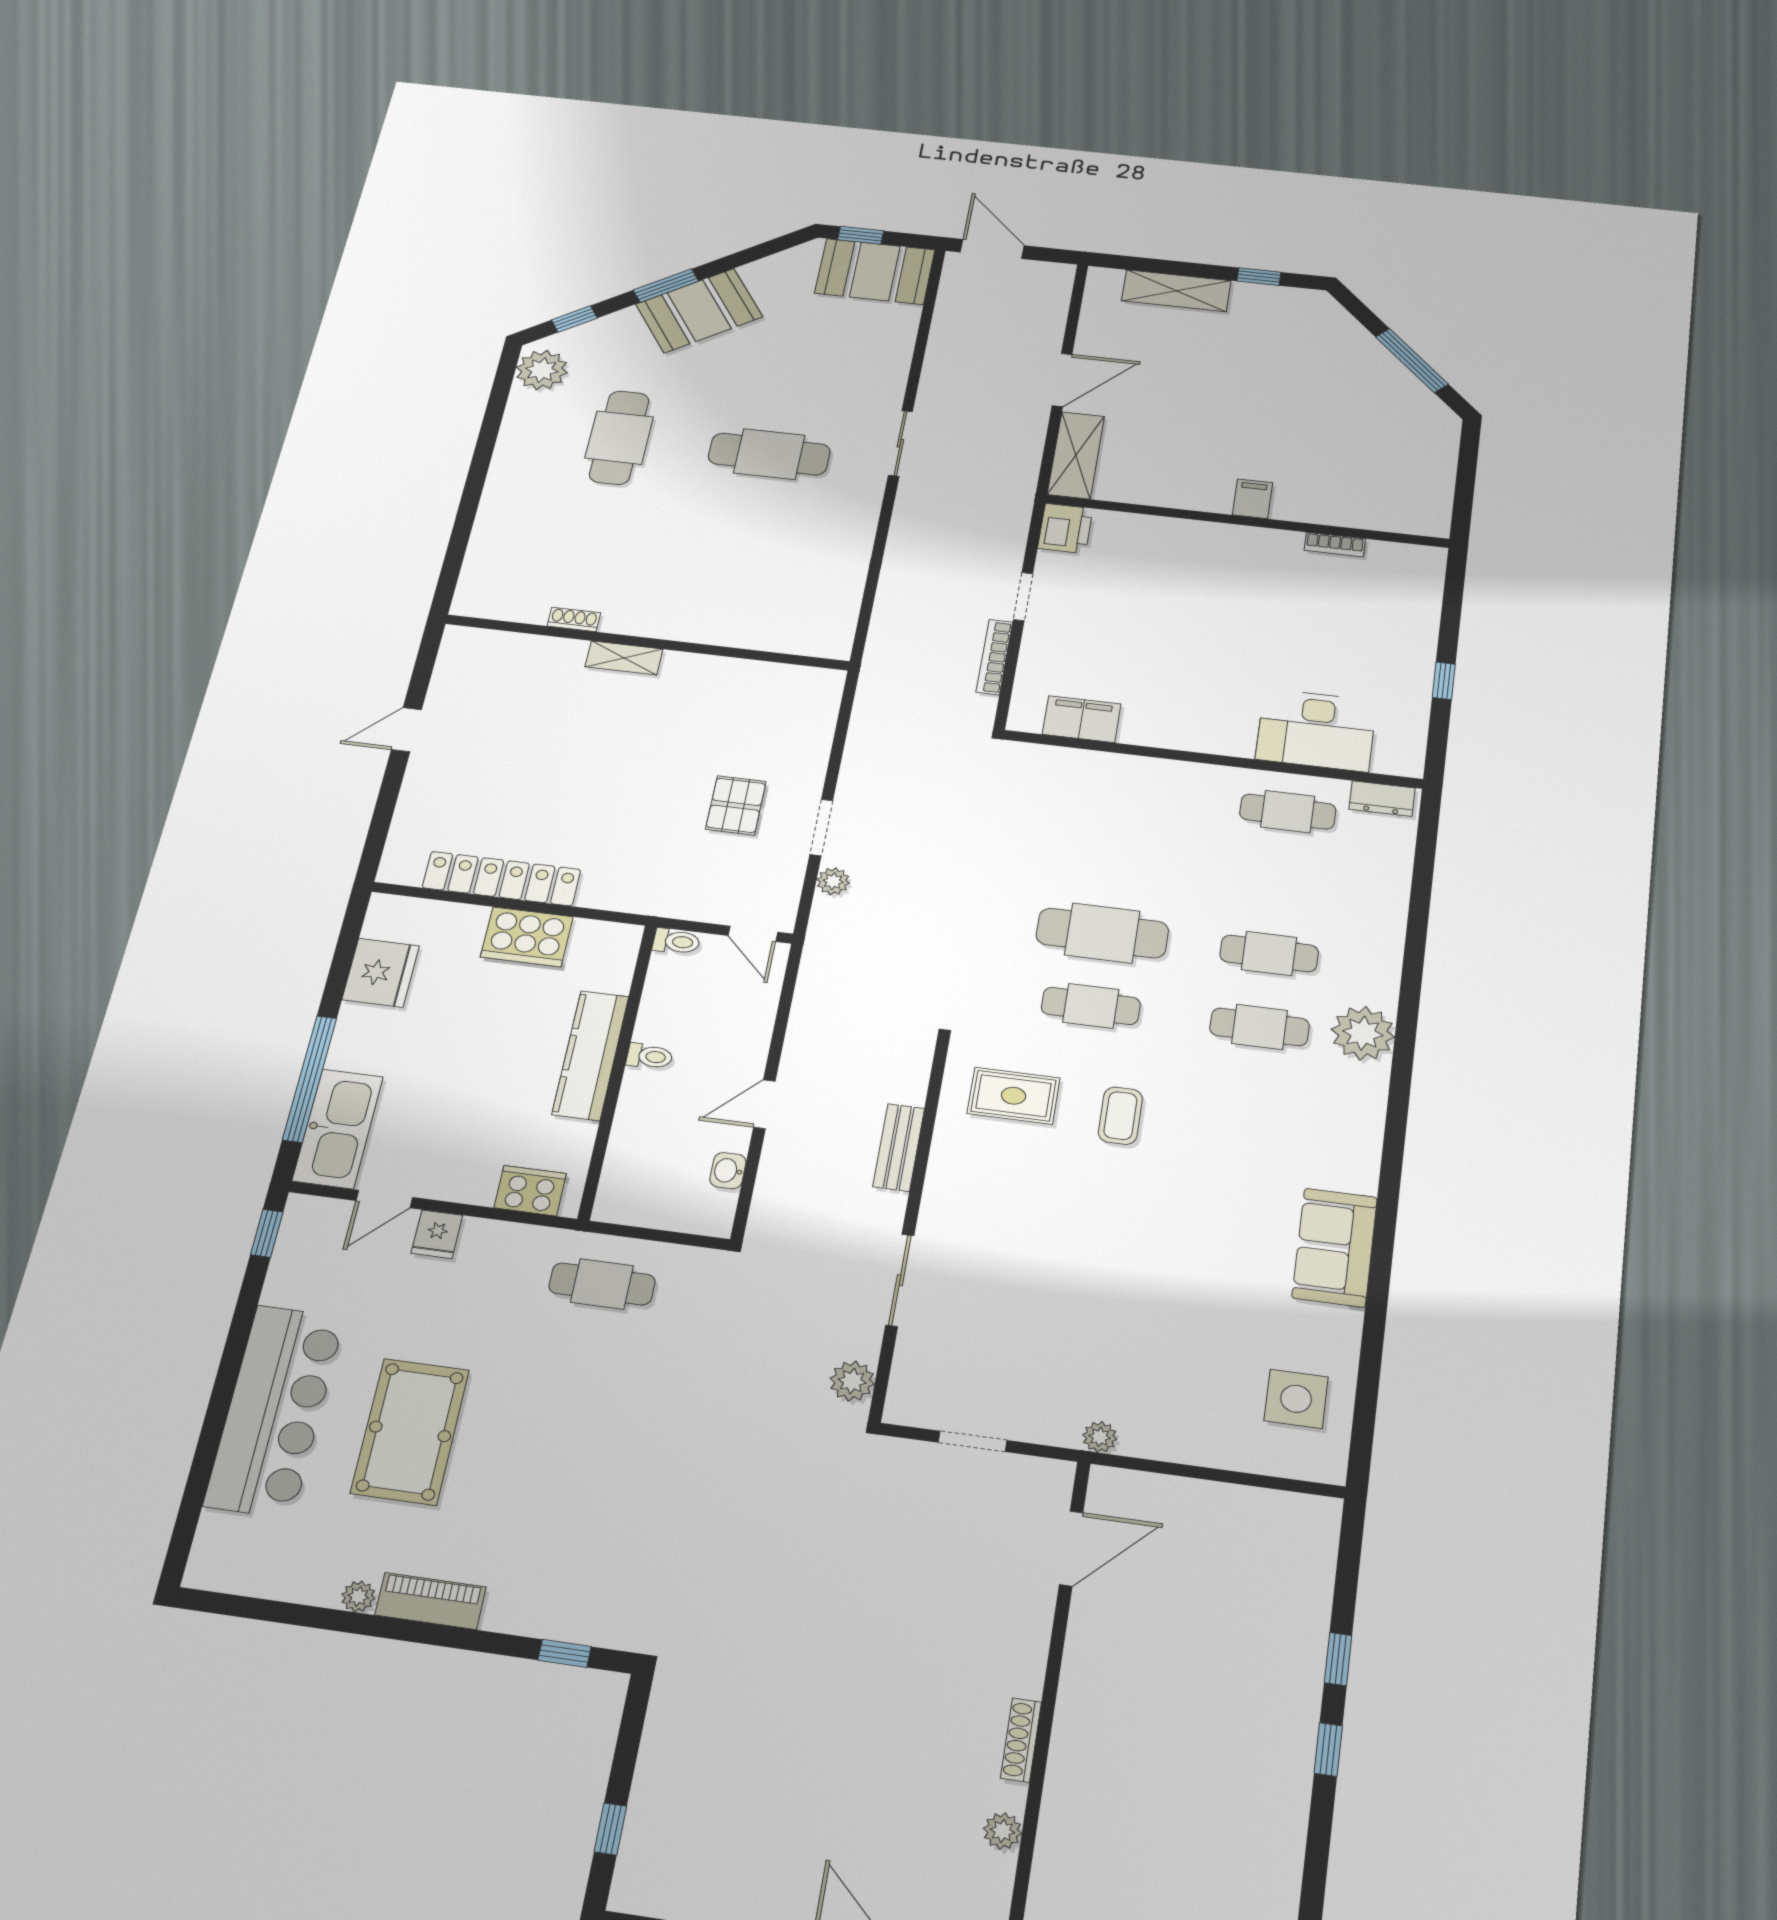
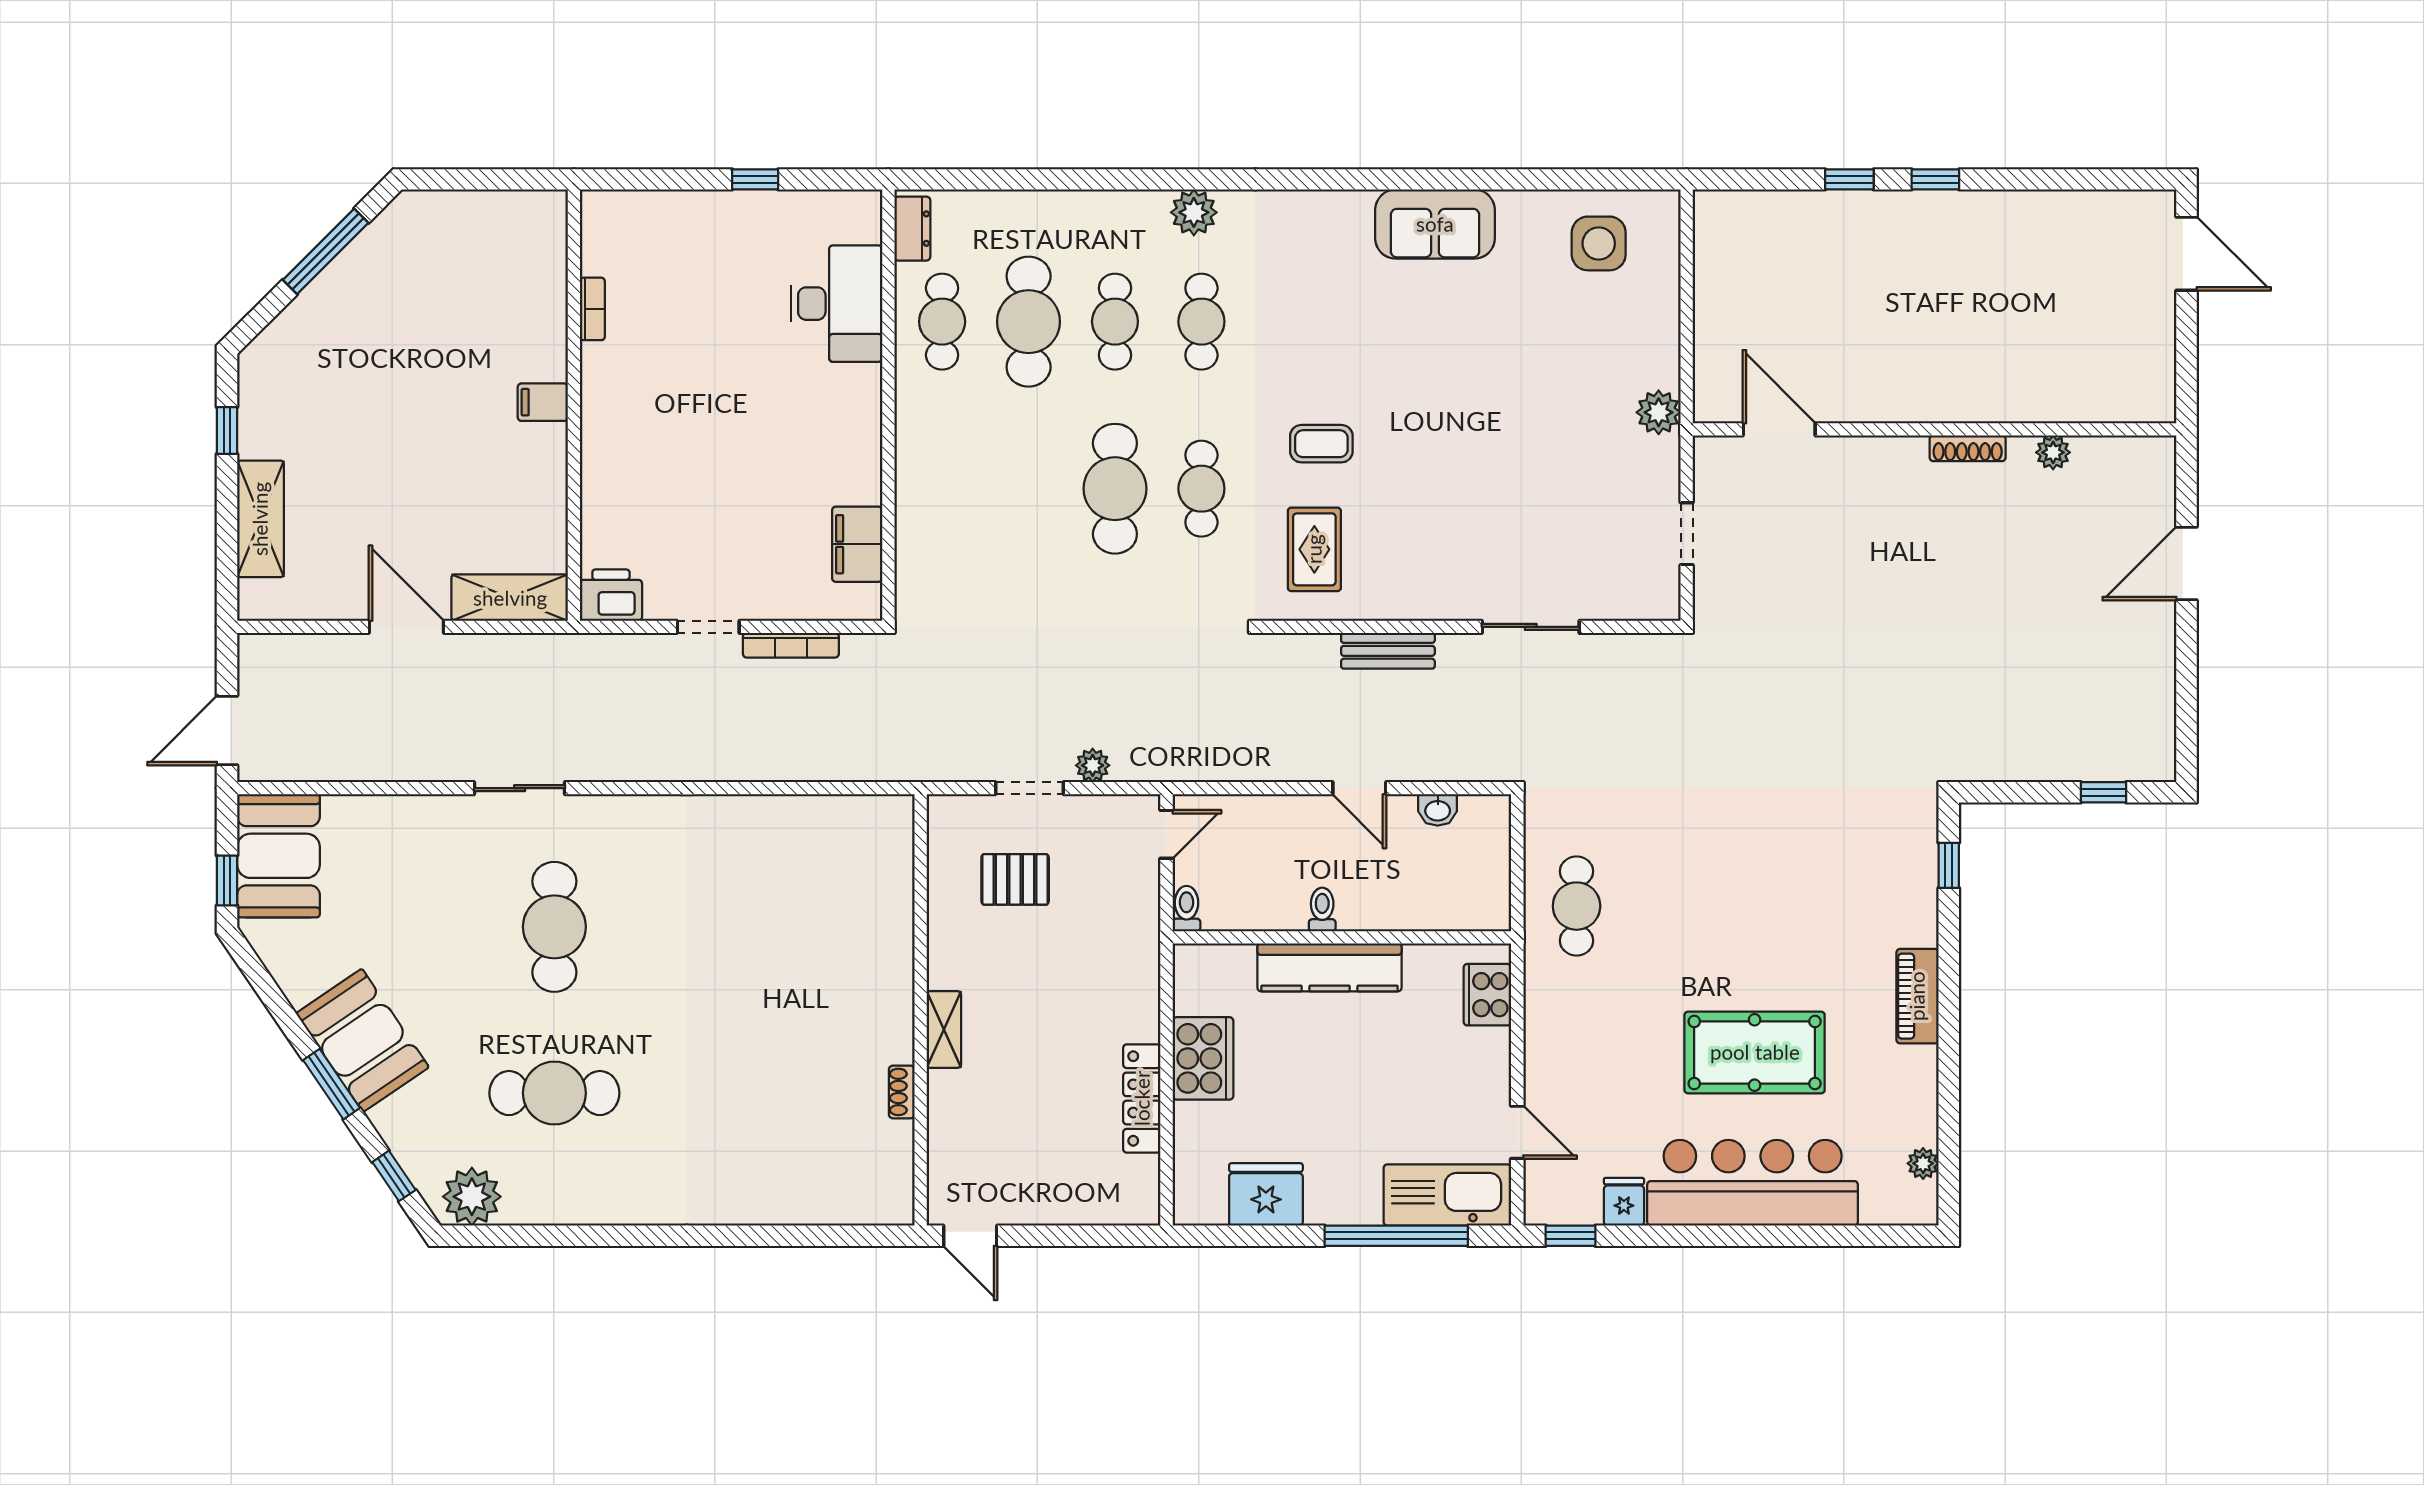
shoe rack: (574, 619) -> (902, 1092), moved
wall: (647, 642) -> (921, 1010), moved
shelving: (624, 658) -> (944, 1030), moved
locker: (501, 879) -> (1142, 1098), width x0.71, depth x0.83
cafe table: (1279, 882) -> (1029, 322), added
plant: (1363, 1033) -> (1194, 212), width x0.73, depth x0.73
fridge: (437, 1234) -> (1624, 1202), moved, turned -90
plant: (852, 1381) -> (1642, 654), removed
plant: (1100, 1437) -> (1659, 412), width x1.38, depth x1.38
plant: (358, 1596) -> (1923, 1163), moved

